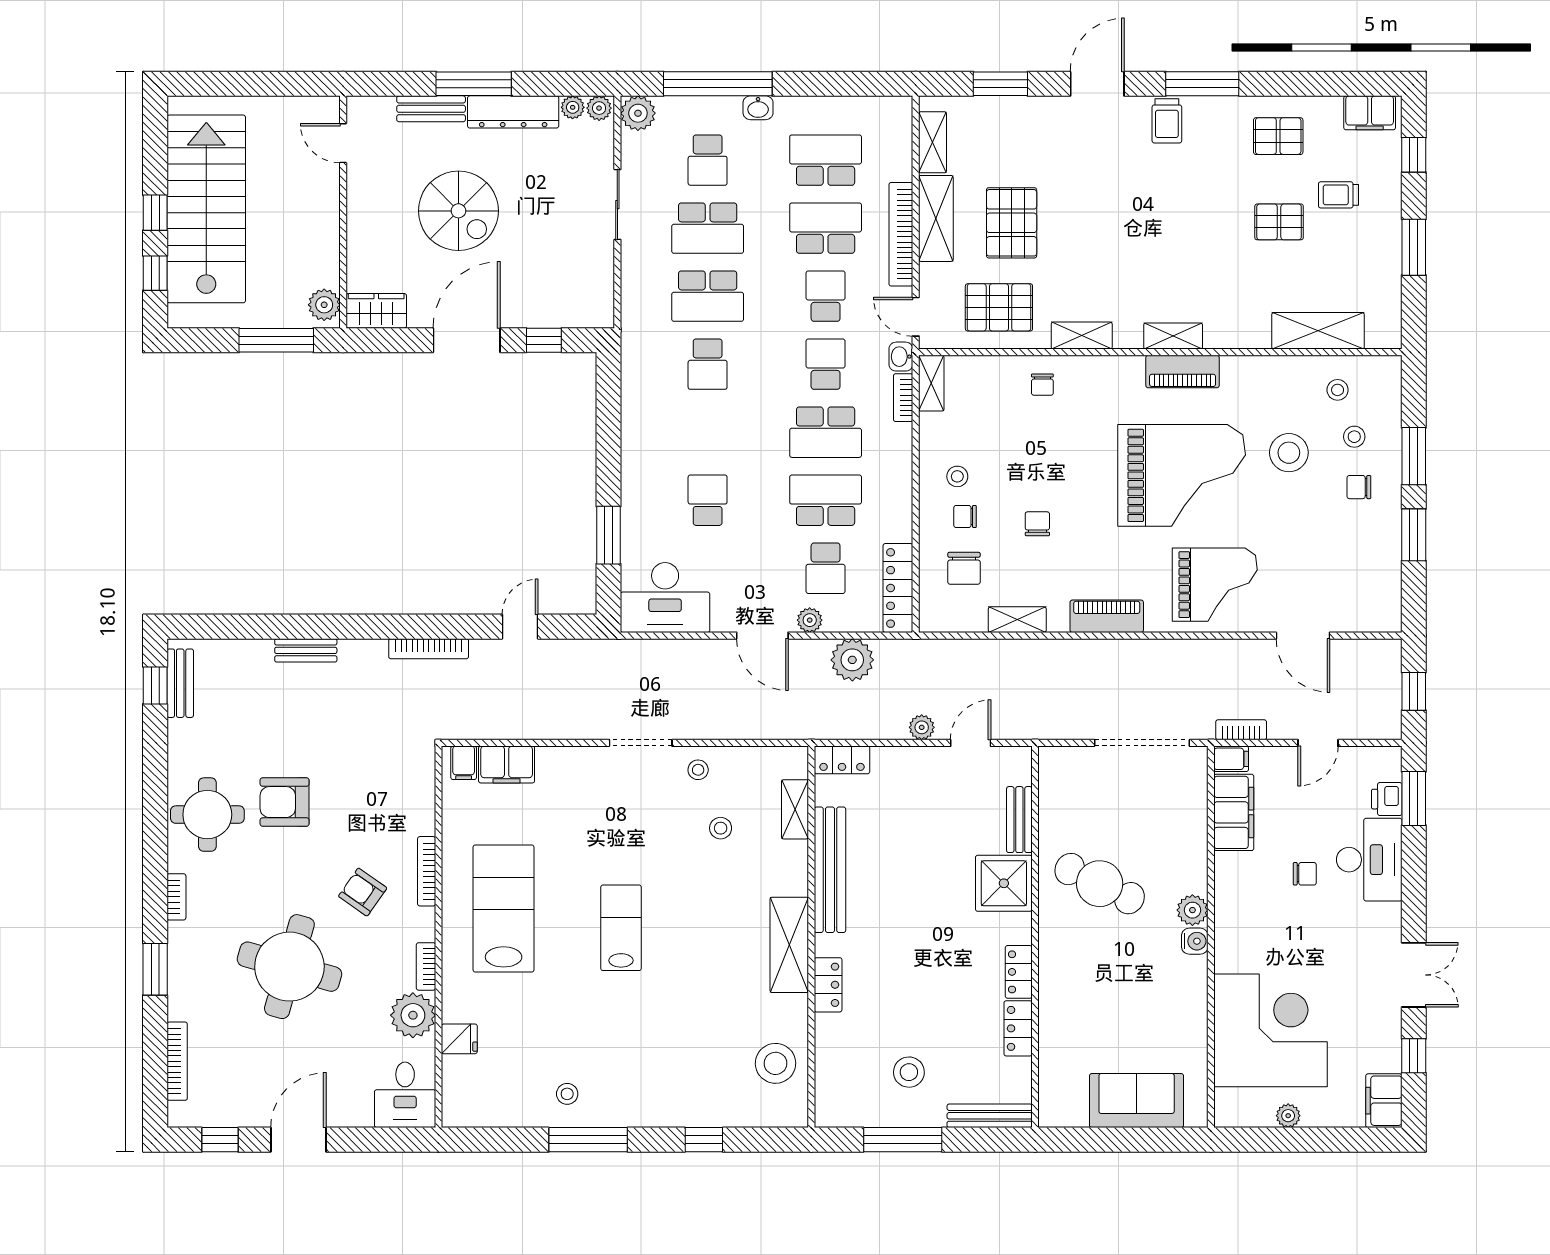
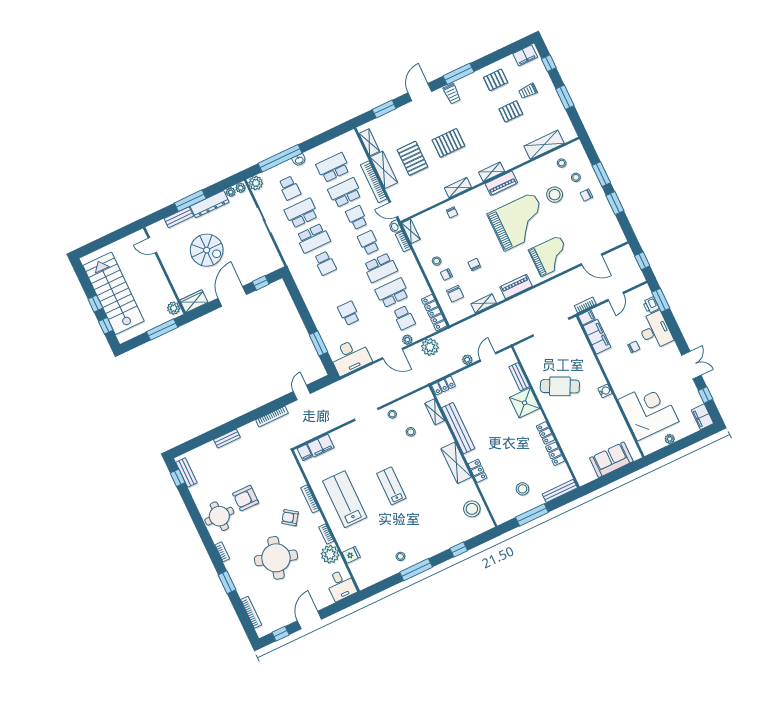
school desk: (708, 228) -> (301, 213), turned 180
pallet: (999, 307) -> (448, 143), moved
plant: (1192, 910) -> (599, 380), removed

